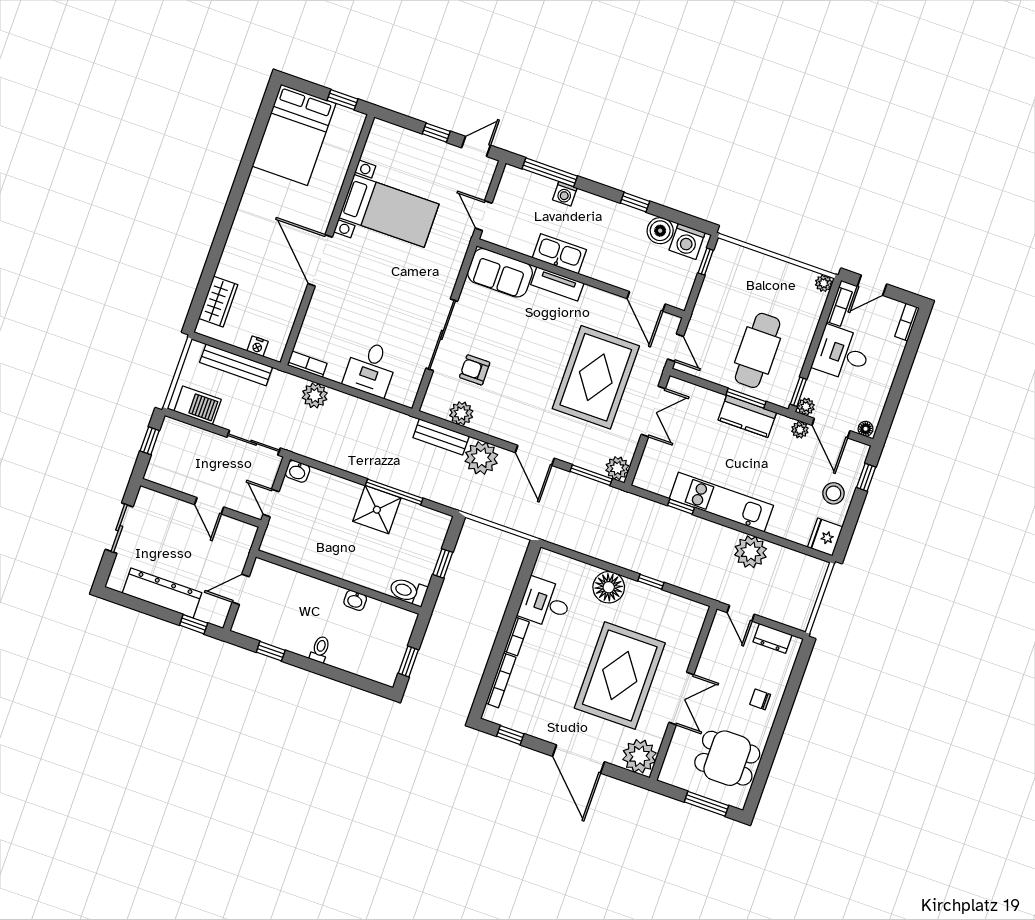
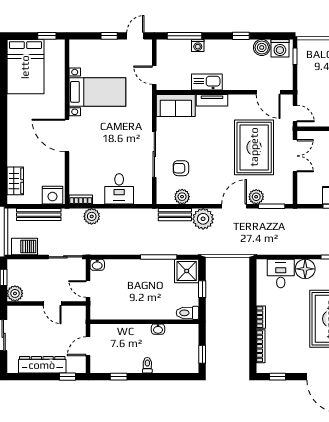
nightstand: (258, 346) -> (52, 195), width x1.89, depth x1.79
door: (535, 455) -> (234, 206), swing flipped
plant: (617, 468) -> (256, 197), moved
plant: (158, 471) -> (15, 293), added
shower: (377, 510) -> (187, 271), moved
desk: (545, 603) -> (281, 274), moved, turned 90

